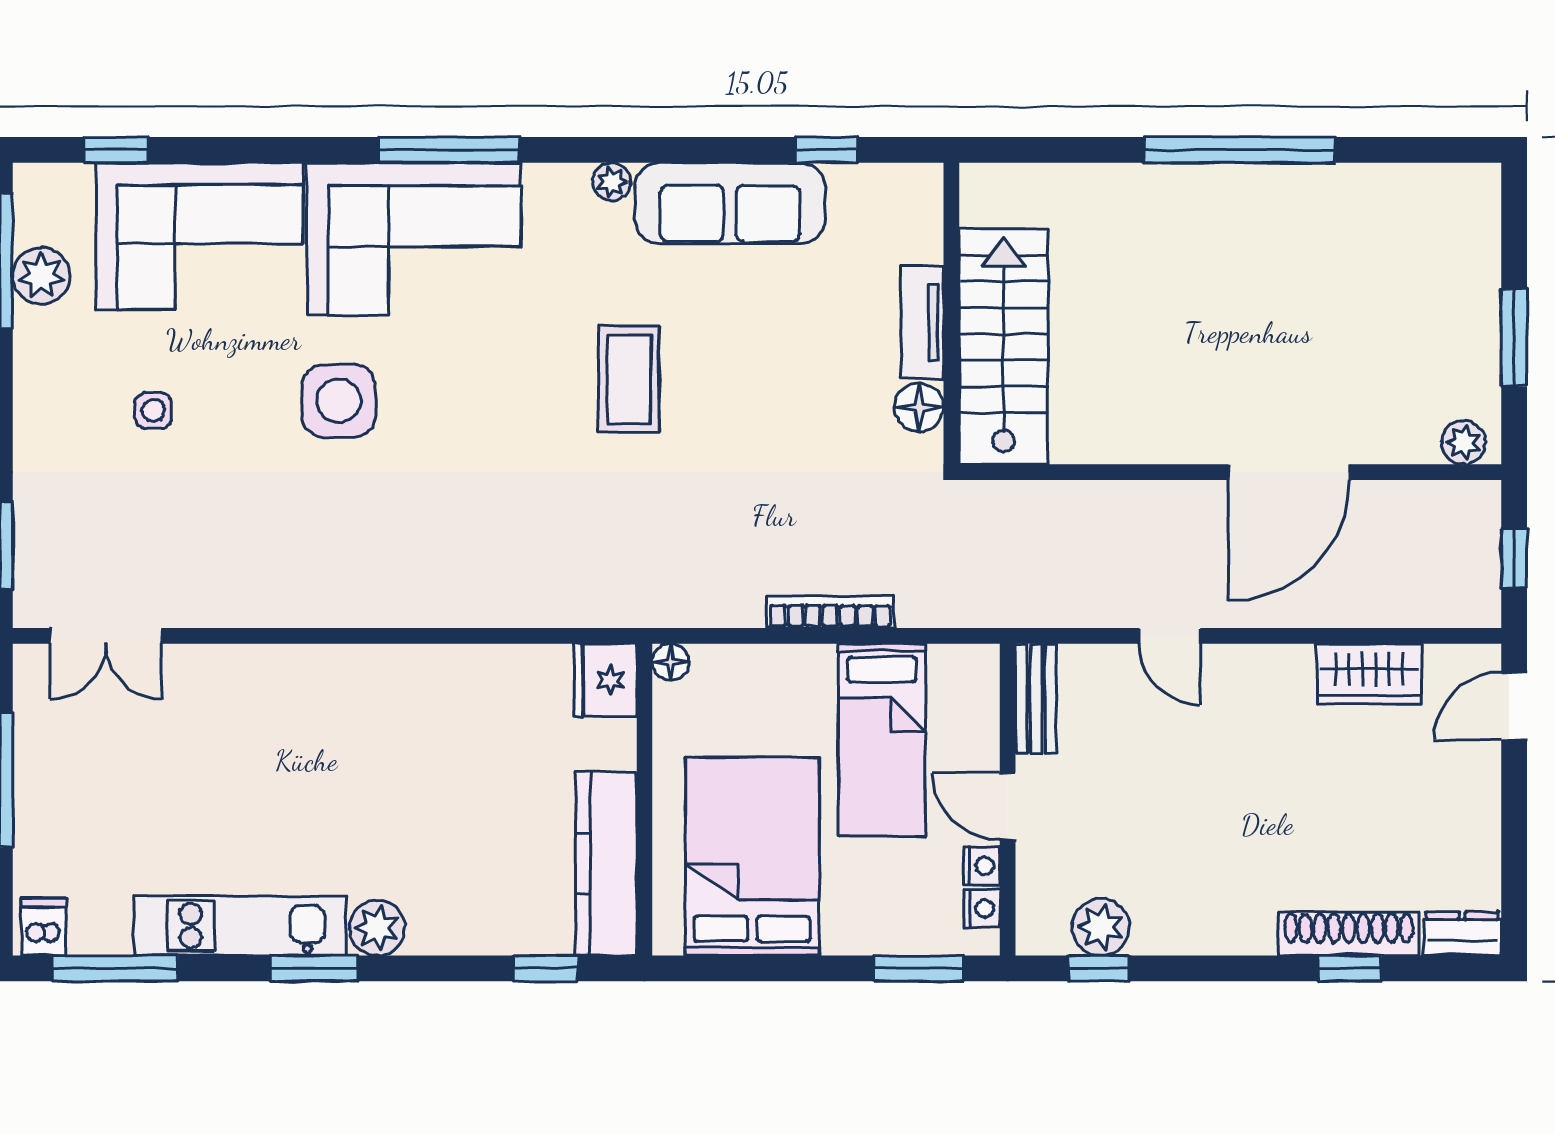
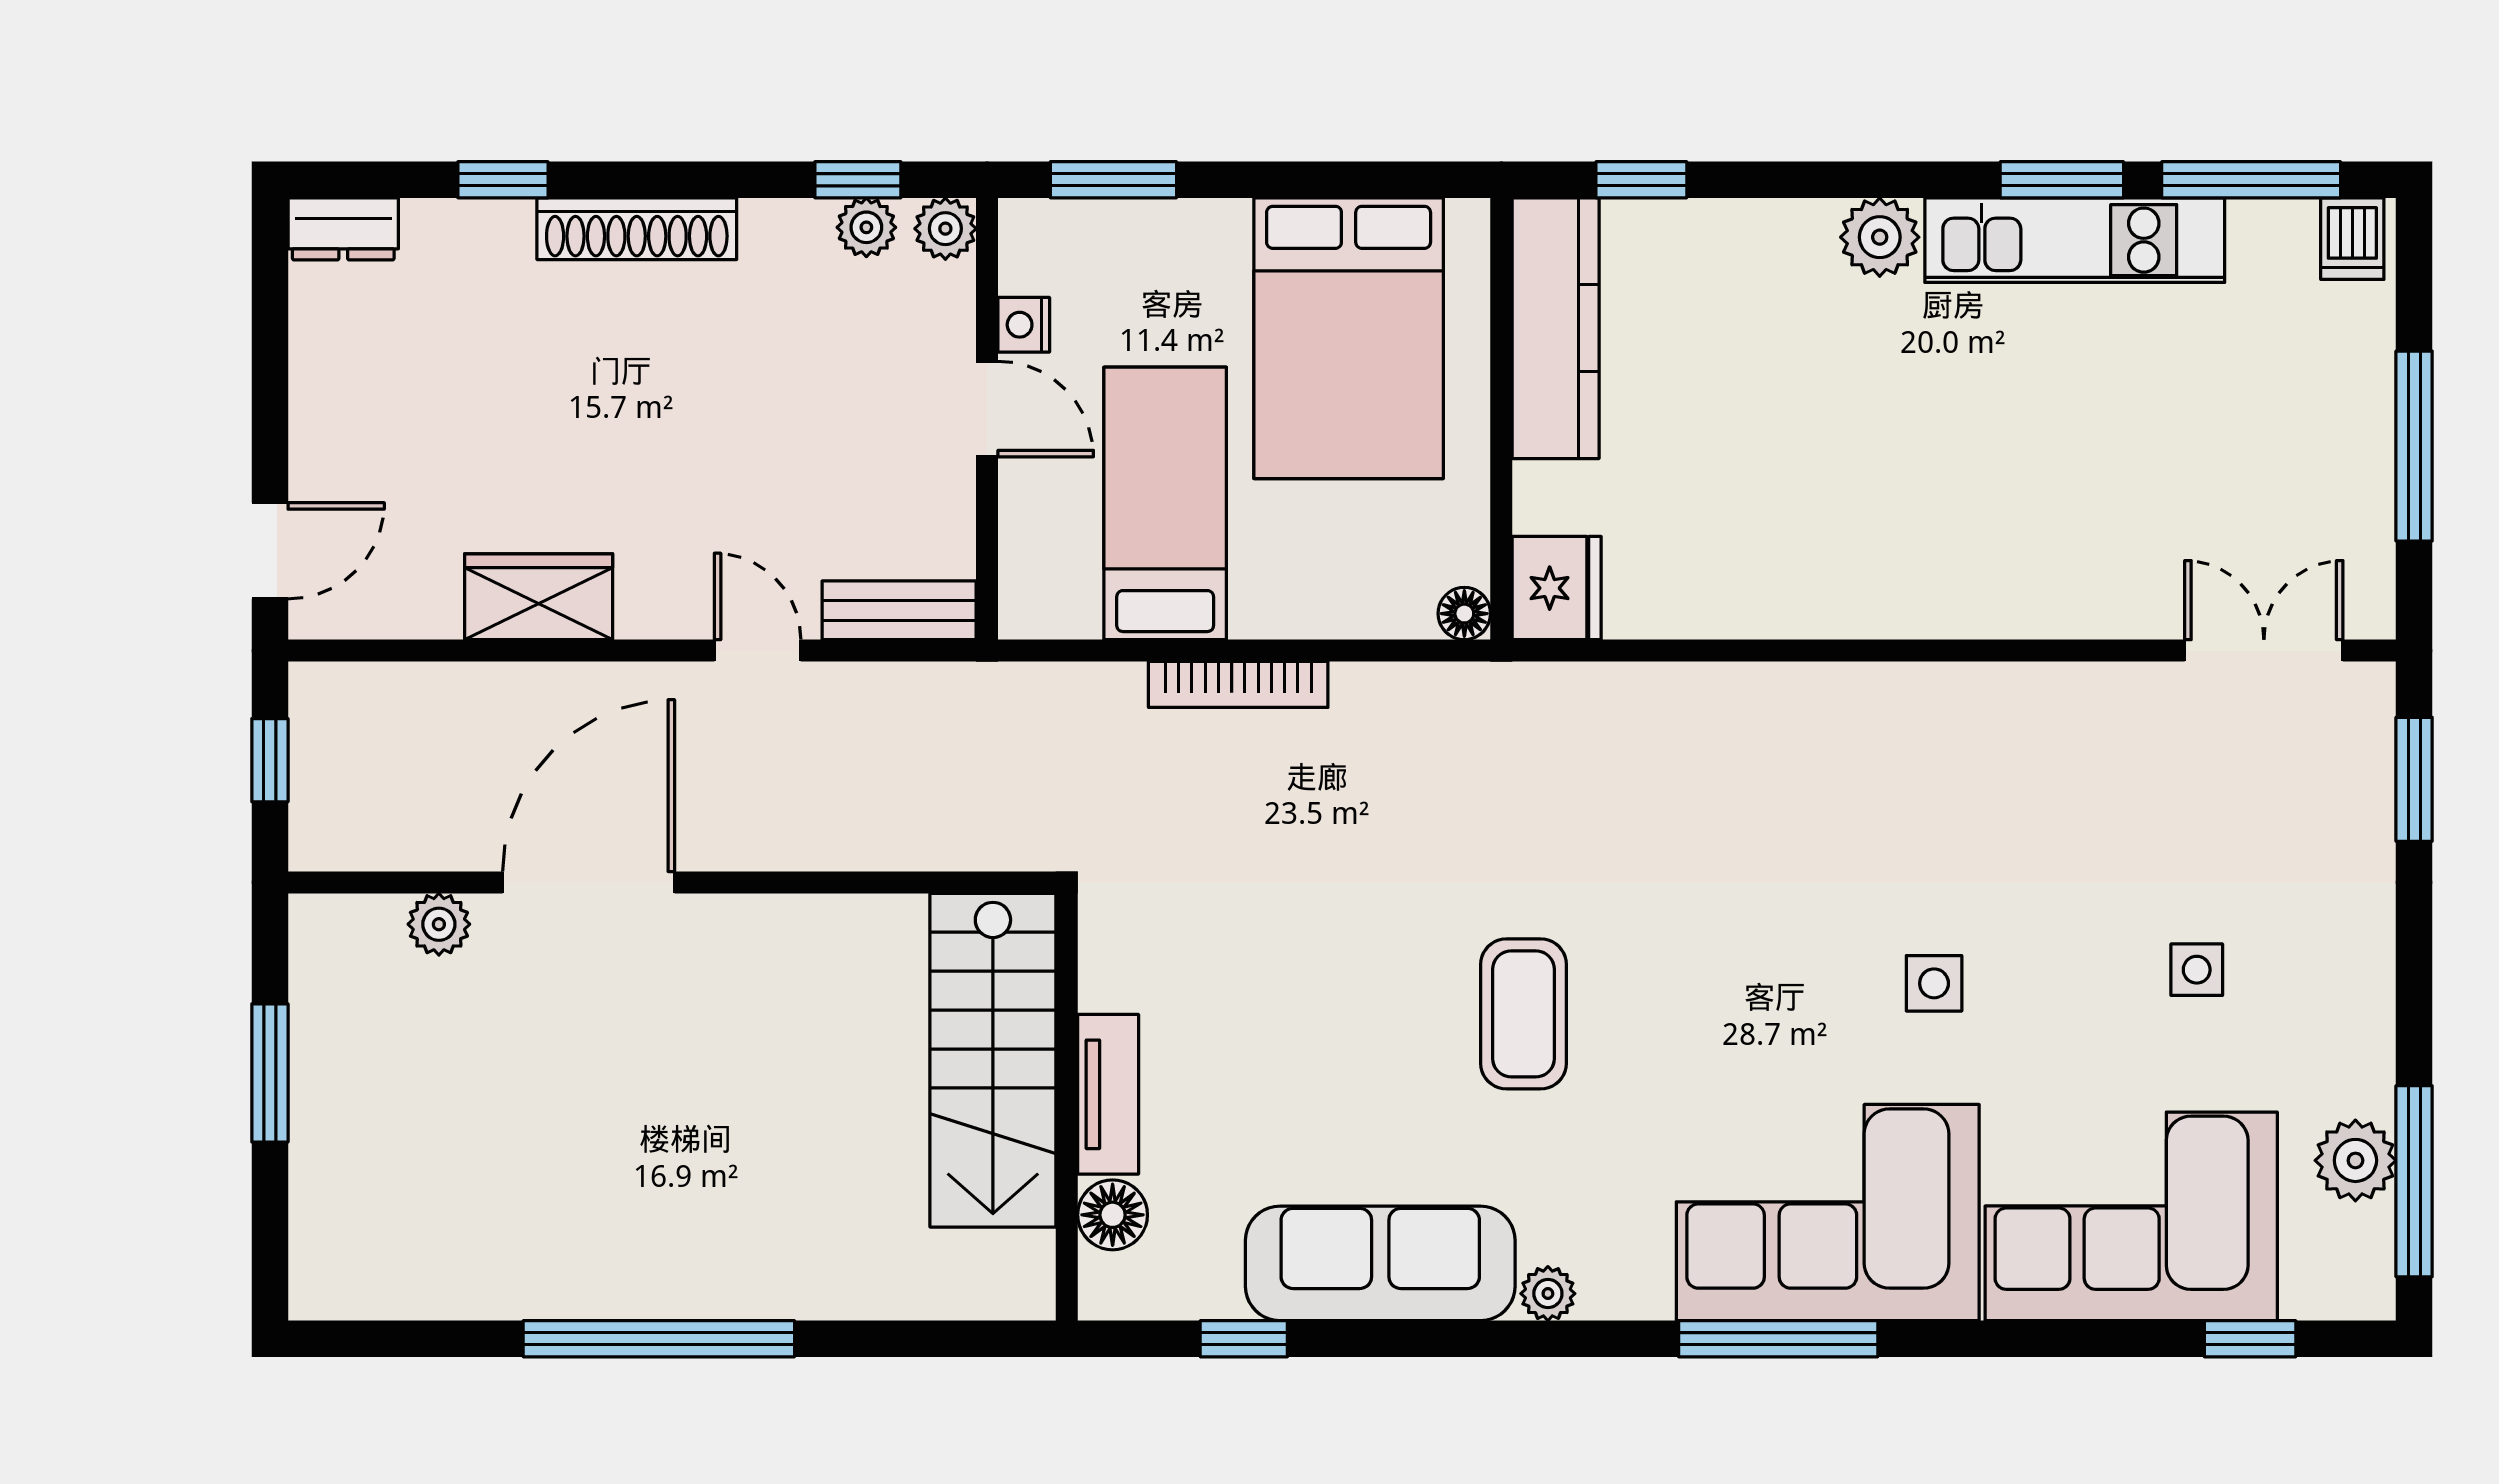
side table: (339, 401) -> (1934, 983), width x0.54, depth x0.54
floor lamp: (919, 408) -> (1113, 1215), moved
plant: (1464, 443) -> (439, 924), moved
wardrobe: (1369, 674) -> (539, 597), moved
bench: (1036, 699) -> (899, 610), moved, turned 90
nightstand: (982, 908) -> (1023, 265), removed
plant: (1101, 927) -> (866, 227), width x0.73, depth x0.73
plant: (1037, 934) -> (945, 229), added
shoe rack: (1349, 934) -> (637, 229), moved
window: (314, 968) -> (2062, 180), moved

